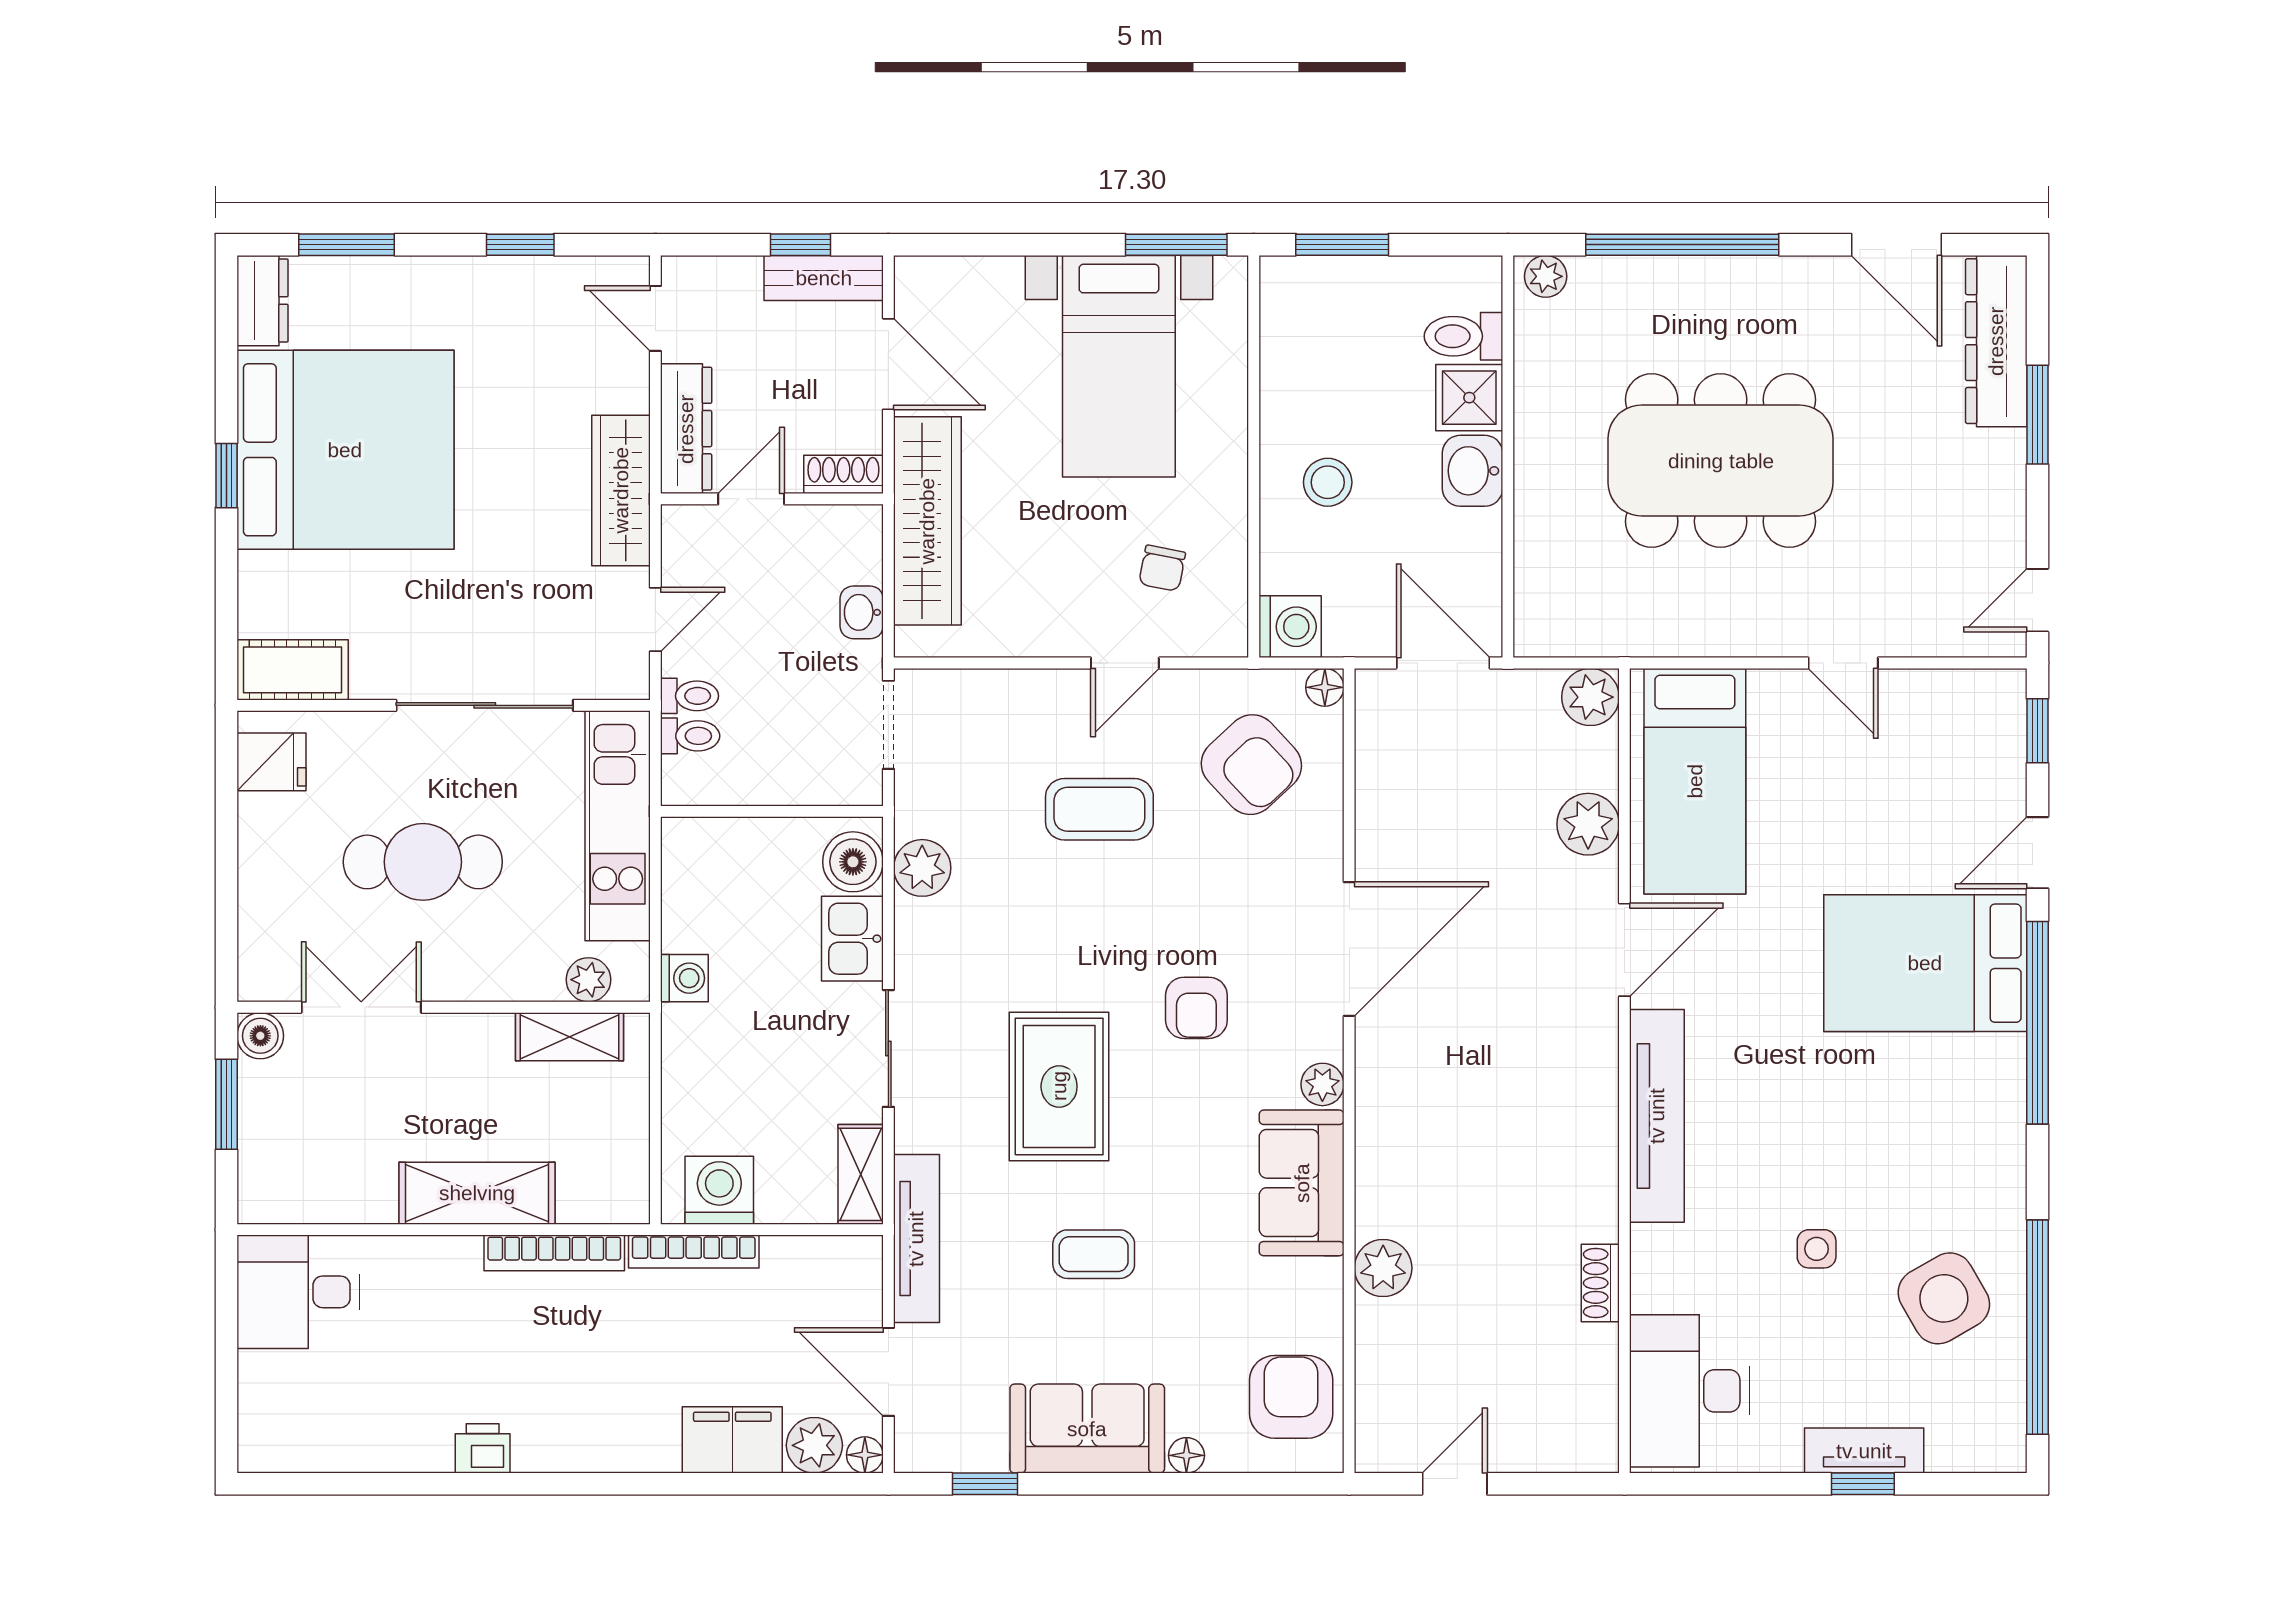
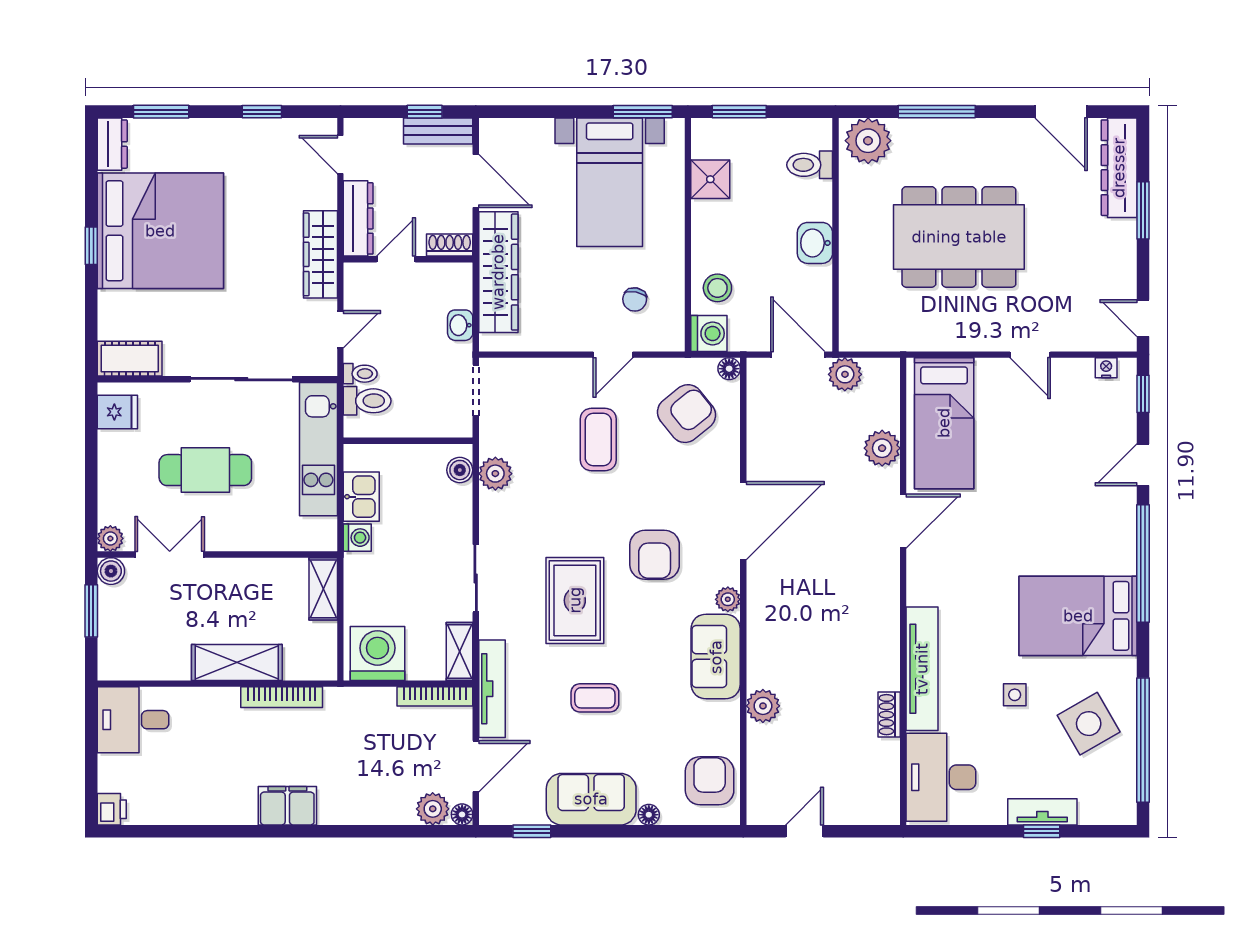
window: (1682, 245) -> (937, 112), width x0.68
plant: (1546, 276) -> (868, 141), width x1.88, depth x1.88
shower: (1469, 398) -> (710, 179), moved
stool: (1328, 482) -> (717, 288), moved
door: (2037, 600) -> (1143, 318), hinge flipped
nightstand: (1974, 686) -> (1106, 368), added
plant: (1590, 697) -> (845, 374), moved
toilet: (690, 736) -> (367, 401), width x1.37, depth x1.39
armchair: (1251, 765) -> (686, 414), turned -86
coffee table: (1099, 809) -> (598, 439), turned 90
boiler: (853, 862) -> (460, 470), width x0.73, depth x0.73
kitchen sink: (852, 939) -> (361, 497), moved, turned 180
bed: (1925, 963) -> (1078, 616), moved
plant: (588, 980) -> (110, 538), moved
armchair: (1196, 1008) -> (655, 555), width x1.38, depth x1.38
shelving: (570, 1037) -> (323, 589), moved, turned 90
tv unit: (1657, 1116) -> (922, 669), moved
washing machine: (719, 1190) -> (378, 653), width x1.37, depth x1.37
bookcase: (694, 1252) -> (435, 696), moved
door: (888, 1372) -> (476, 766), swing flipped
filing cabinet: (732, 1440) -> (287, 806), moved
printer: (483, 1448) -> (112, 809), moved, turned 90

